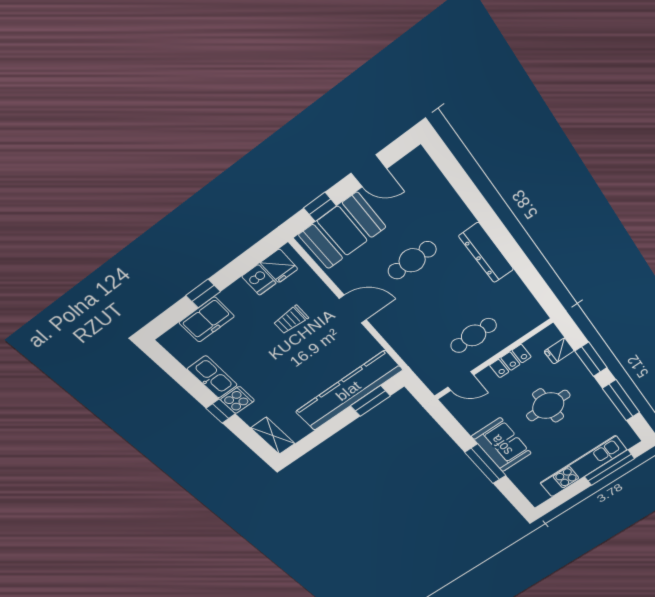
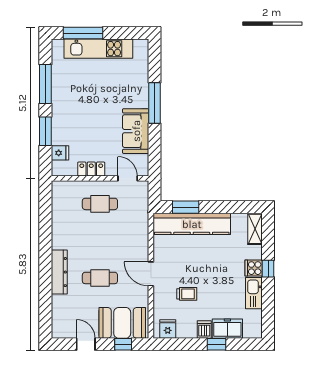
dresser: (486, 253) -> (59, 272), moved
dishwasher: (259, 280) -> (204, 329), moved
round table: (548, 406) -> (90, 117), removed
sofa: (502, 445) -> (136, 131), moved

